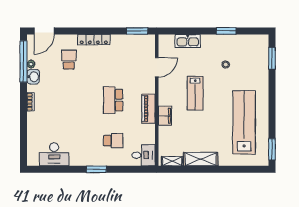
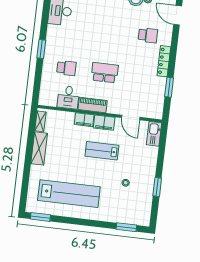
window: (137, 31) -> (169, 87), moved
kitchen sink: (188, 41) -> (154, 134), moved
filing cabinet: (166, 95) -> (104, 123), added
school desk: (113, 141) -> (66, 68), turned -90
desk: (143, 155) -> (68, 97), moved

